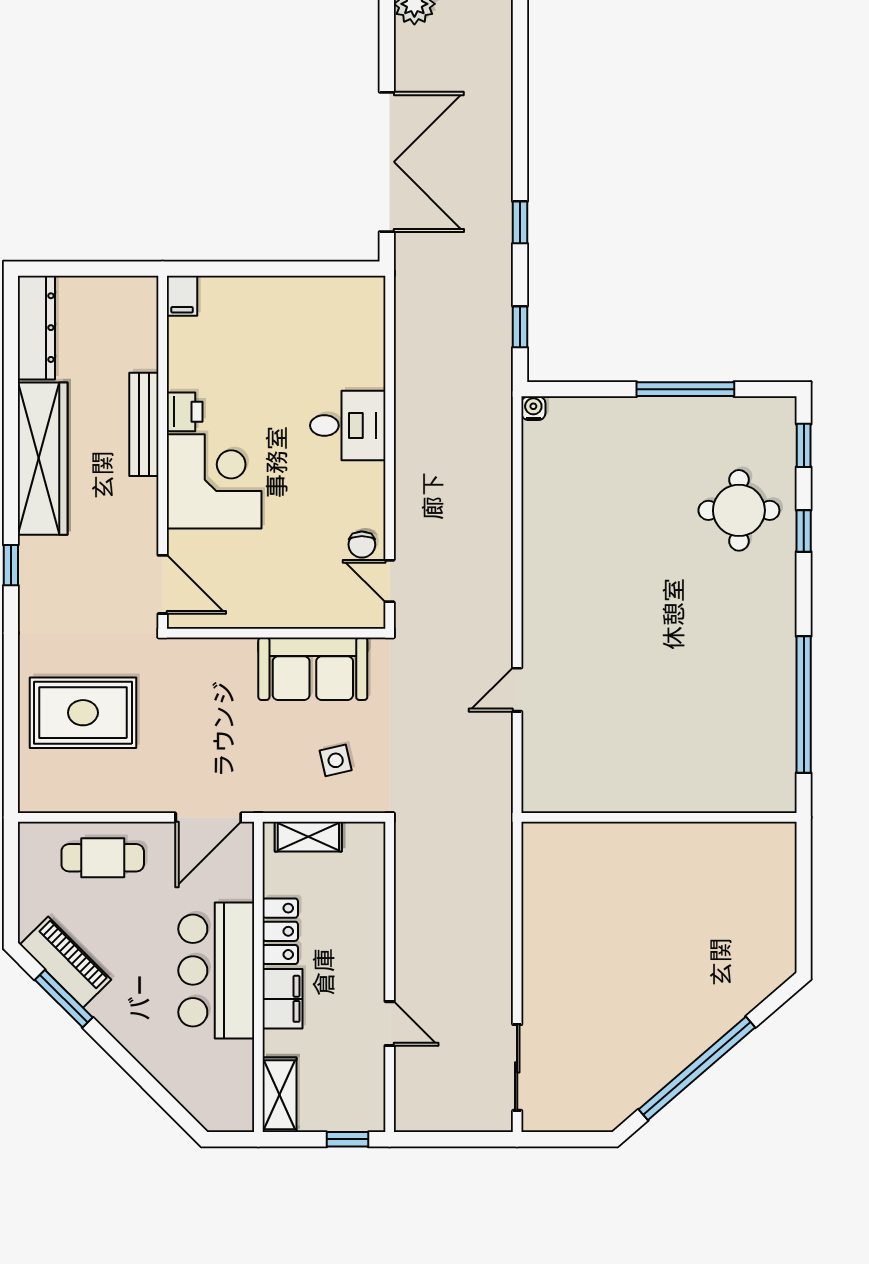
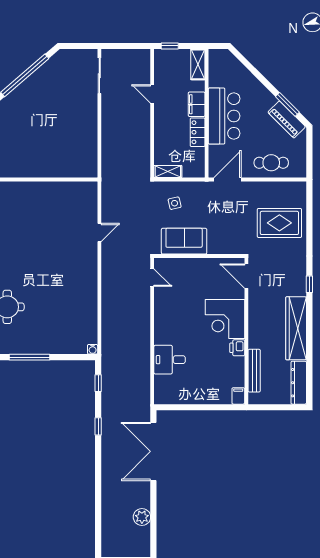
bench: (144, 424) -> (254, 371), moved
desk: (348, 425) -> (170, 360), moved
chair: (362, 545) -> (164, 293), removed
shelving: (308, 837) -> (168, 172), moved

